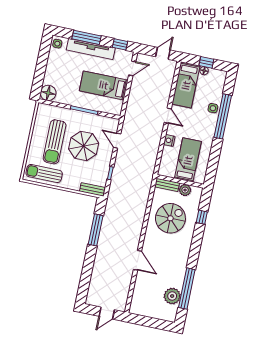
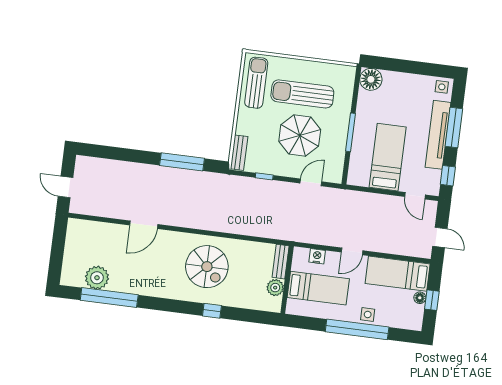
bed: (188, 160) -> (318, 288), moved
wall: (180, 181) -> (287, 280), moved
bench: (167, 185) -> (281, 262), moved
plant: (185, 190) -> (275, 288), moved

